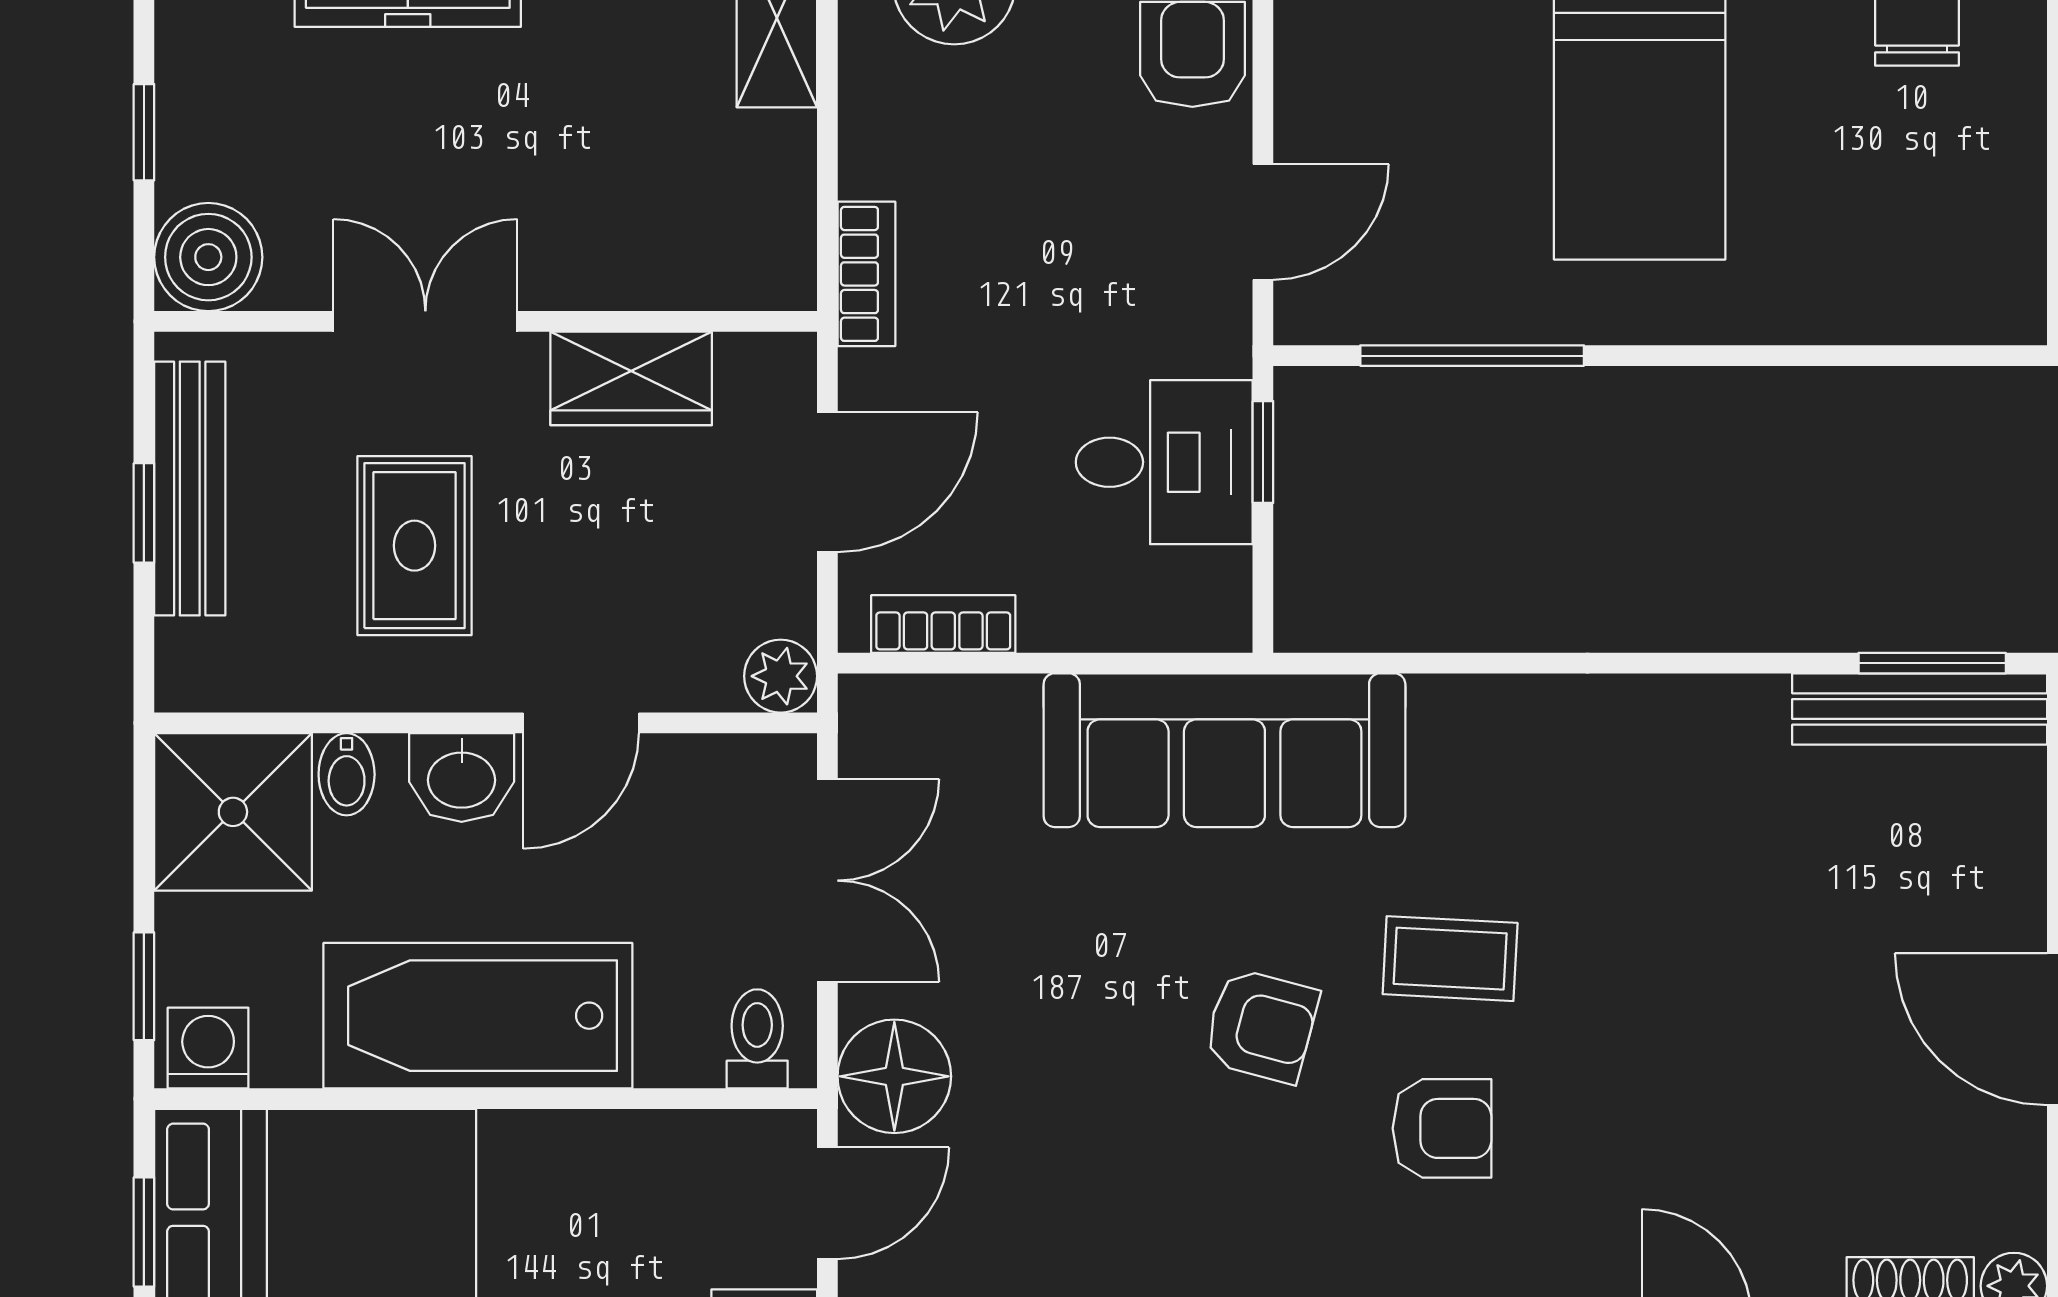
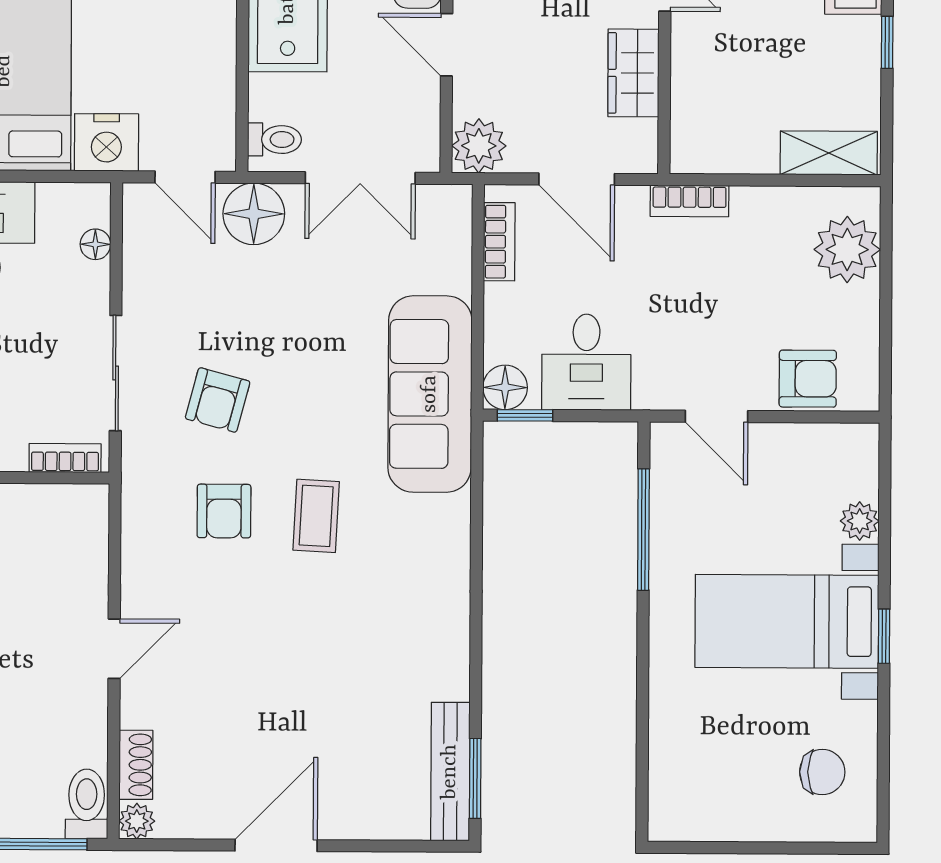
window: (1263, 452) -> (525, 415), moved
floor lamp: (1212, 612) -> (505, 387), added
plant: (781, 676) -> (479, 146), width x1.38, depth x1.38
armchair: (1261, 1026) -> (218, 400), moved

